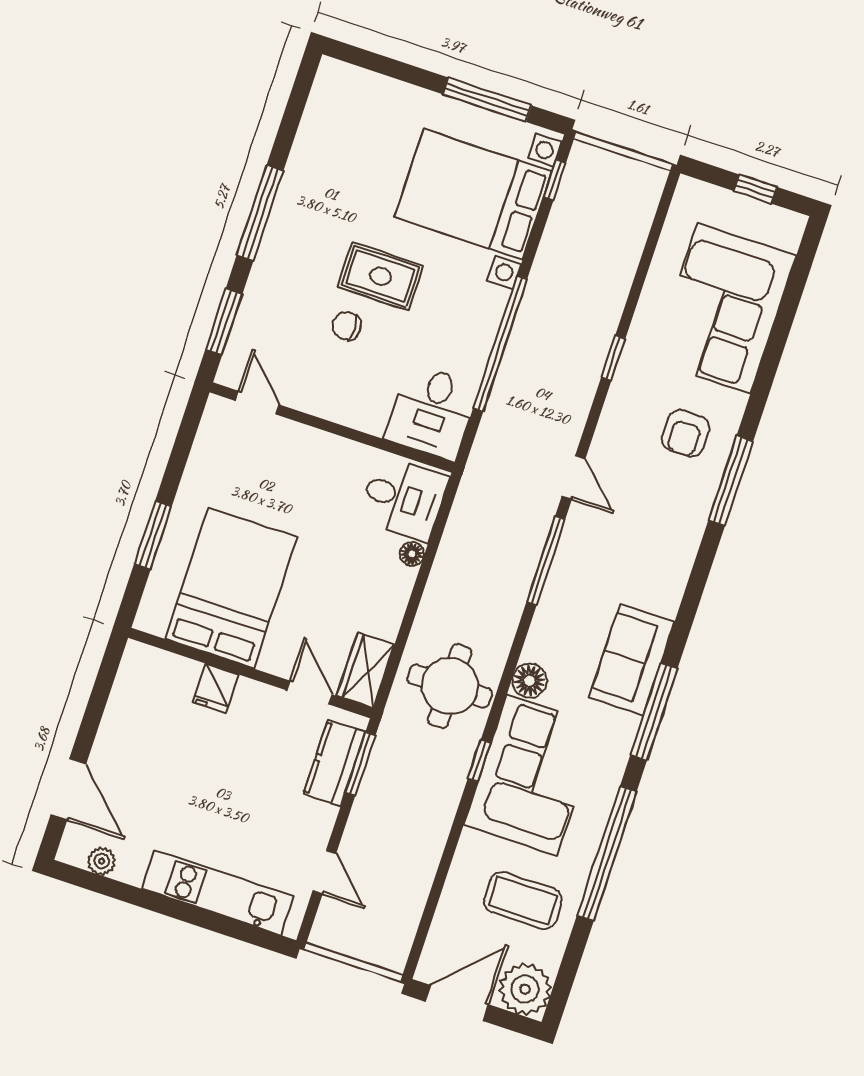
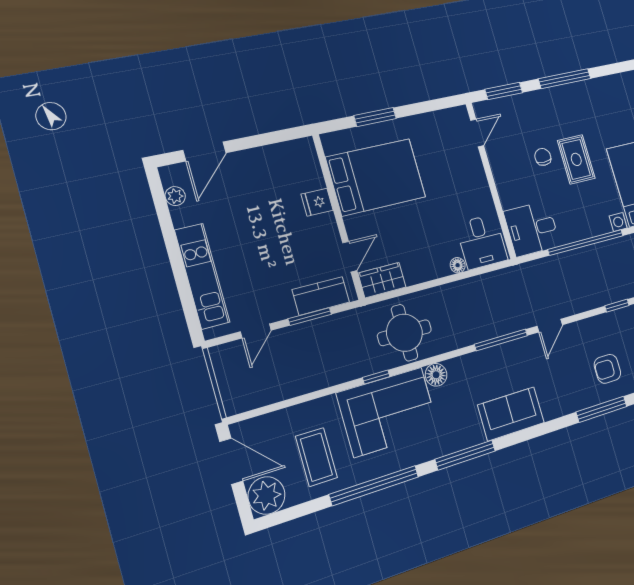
sofa: (632, 660) -> (511, 414), moved
window: (360, 764) -> (310, 316), moved

